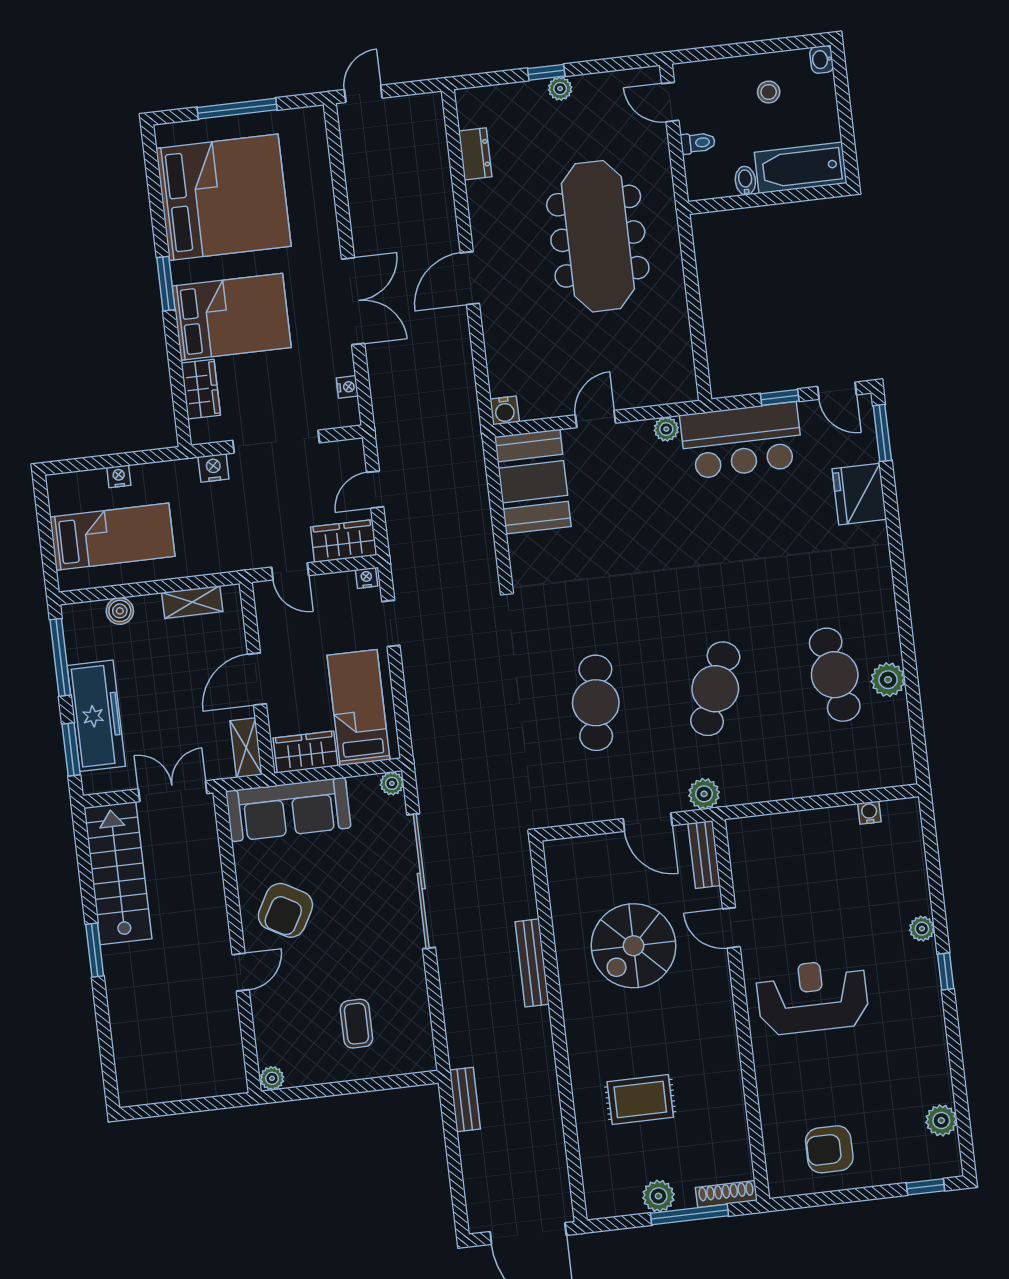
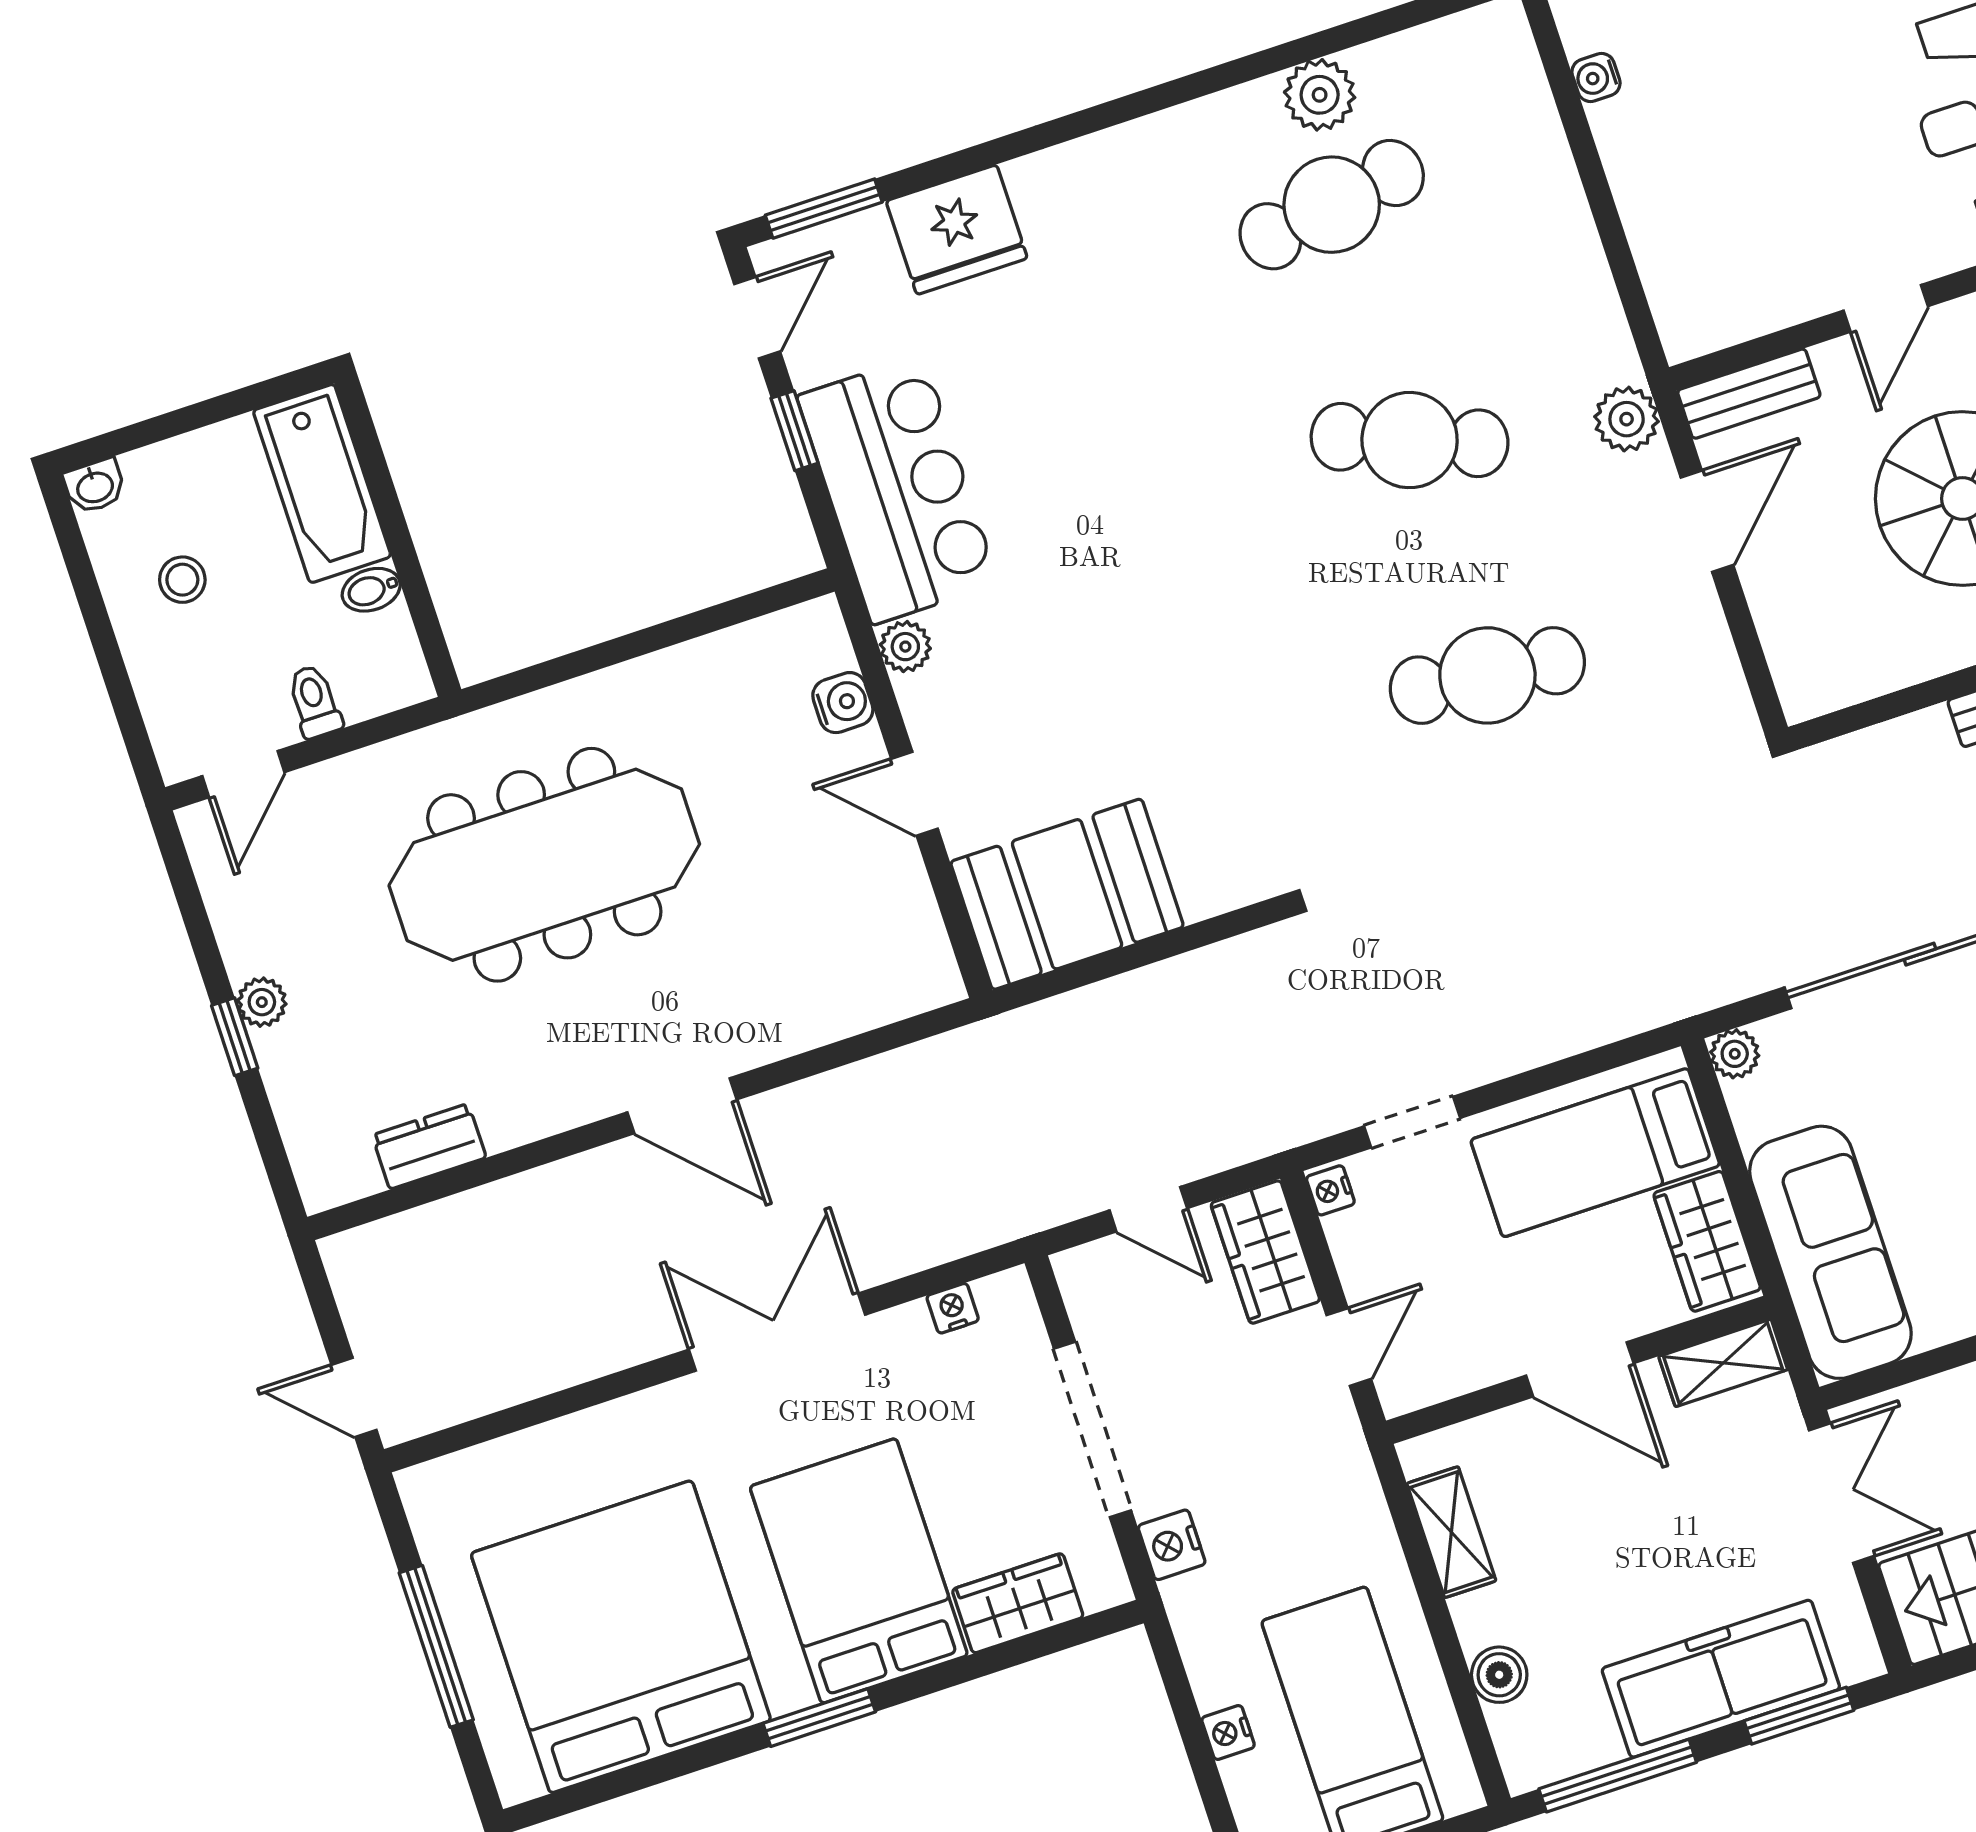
water cooler: (505, 410) -> (843, 703), moved
double door: (173, 791) -> (1842, 1493), swing flipped

